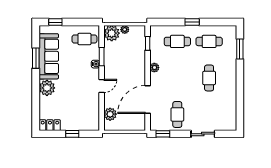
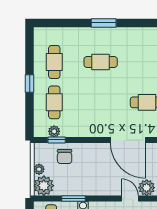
window: (240, 49) -> (104, 23), moved
chair: (135, 50) -> (65, 157), added
plant: (154, 68) -> (54, 131), moved
door: (102, 86) -> (130, 199), moved

